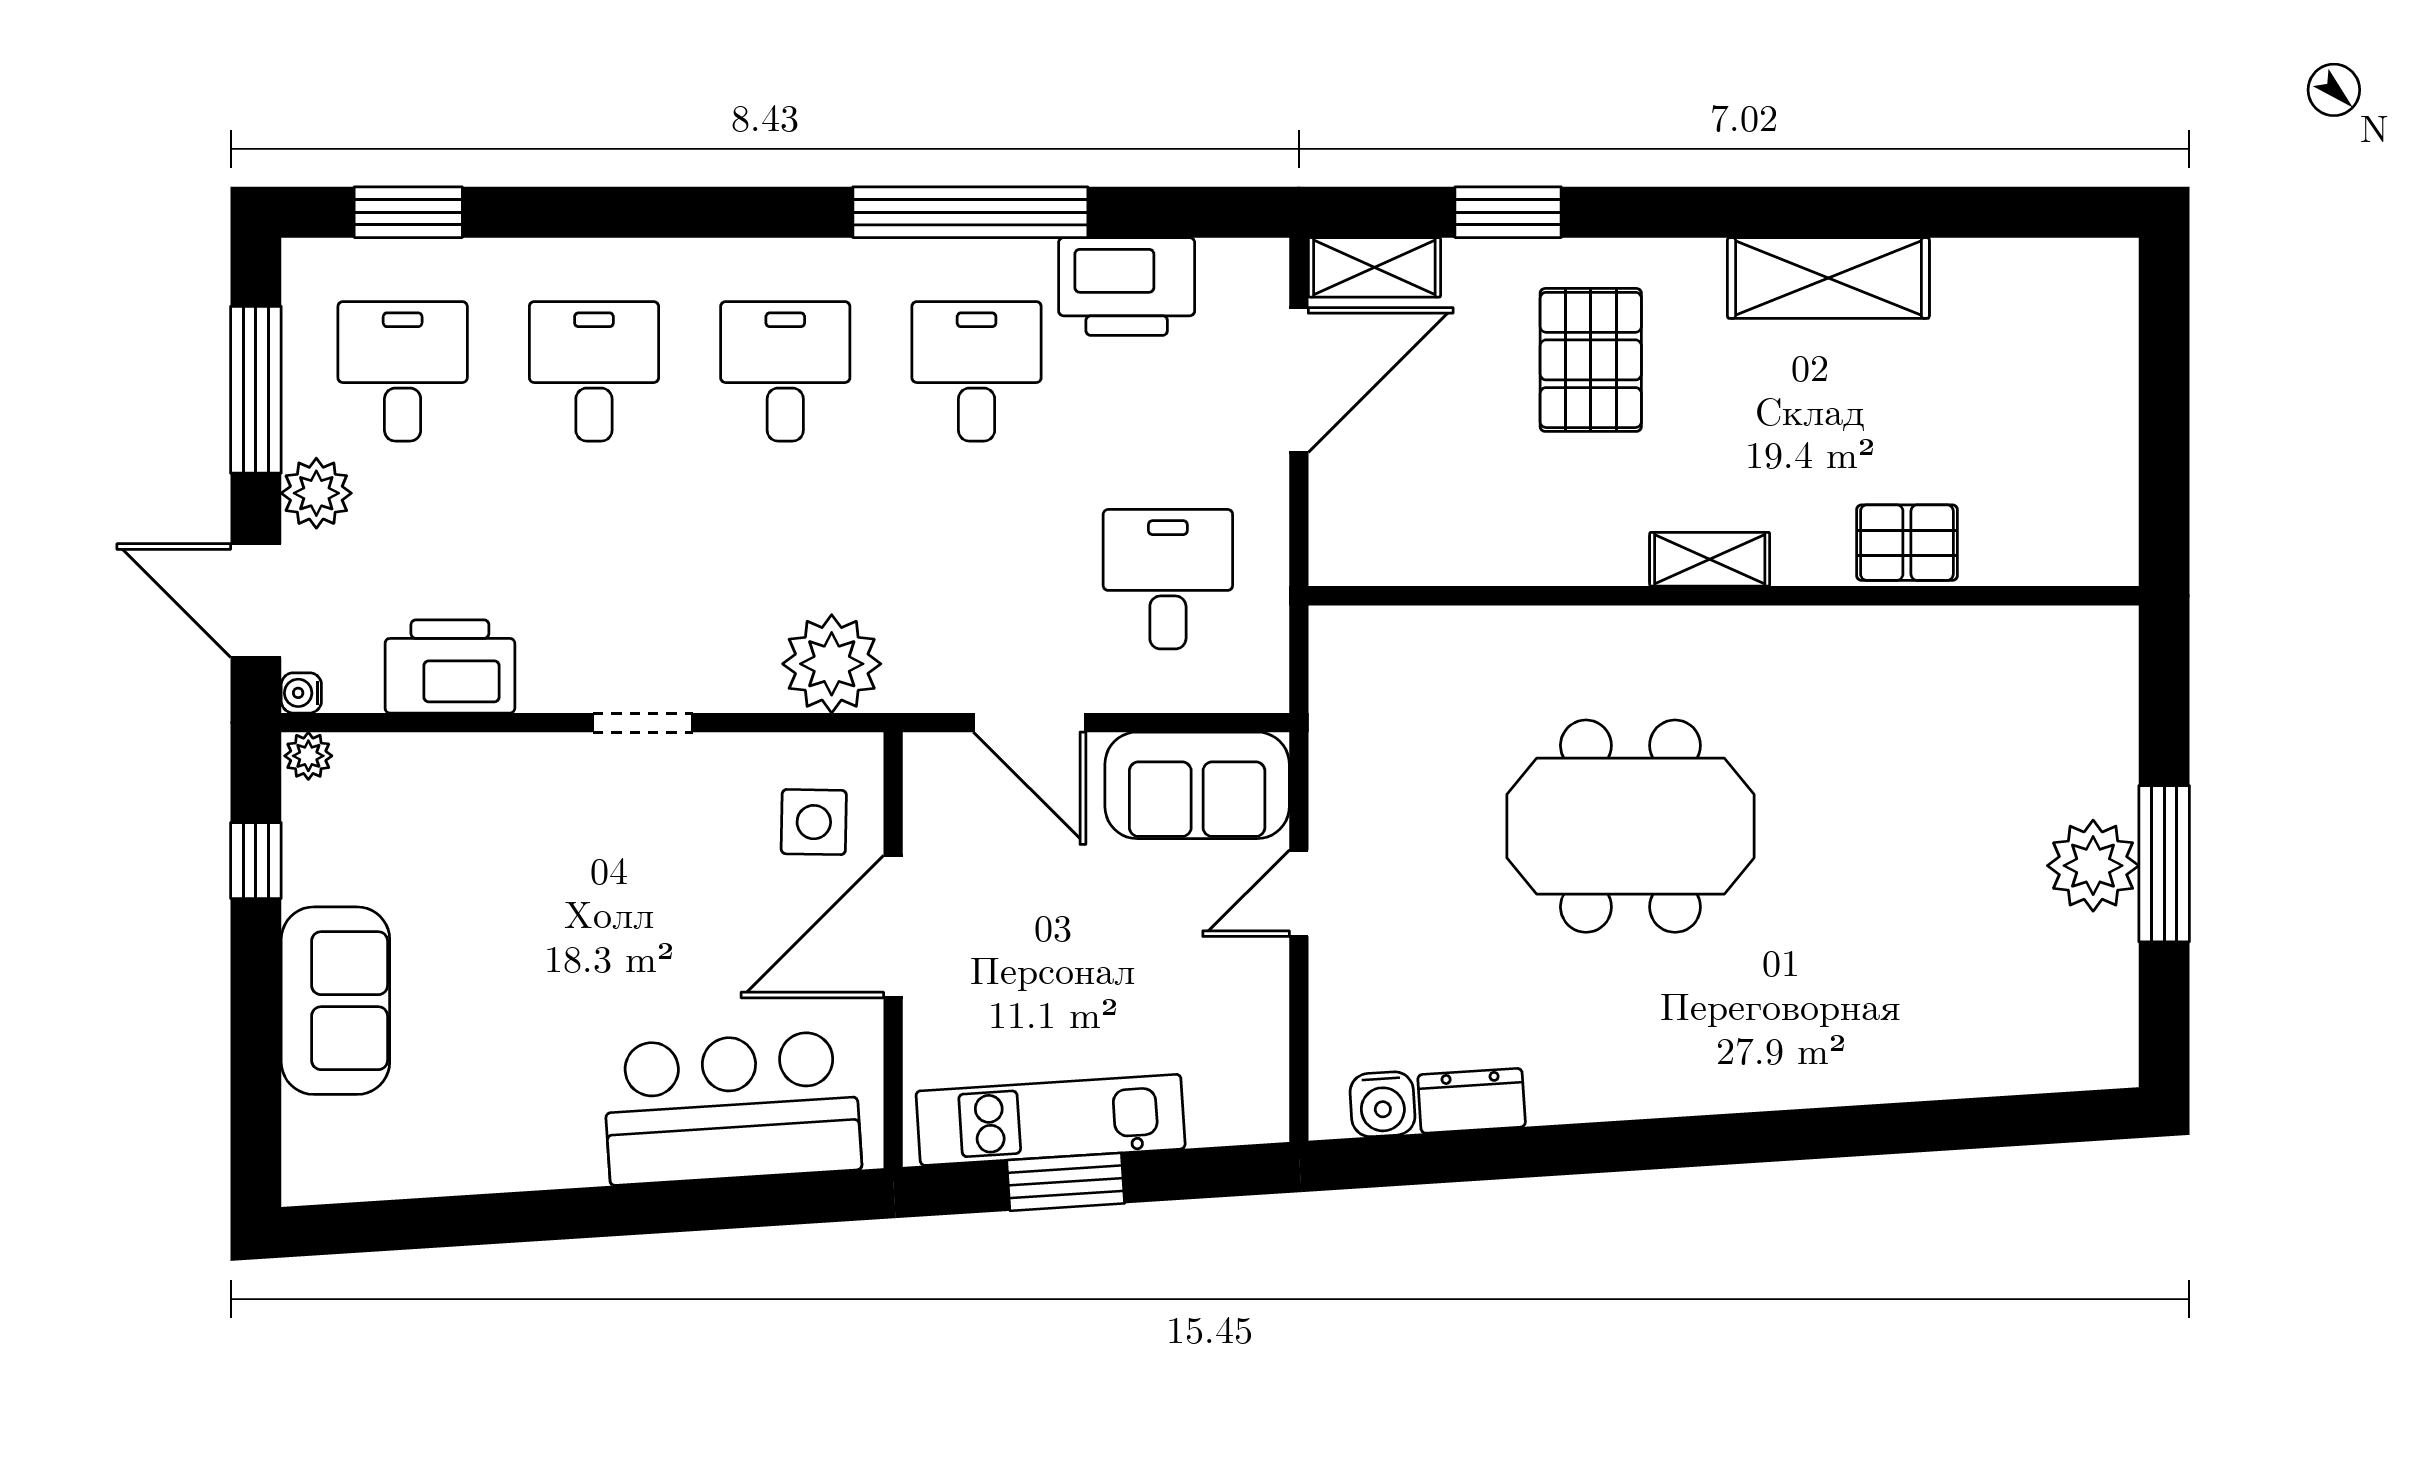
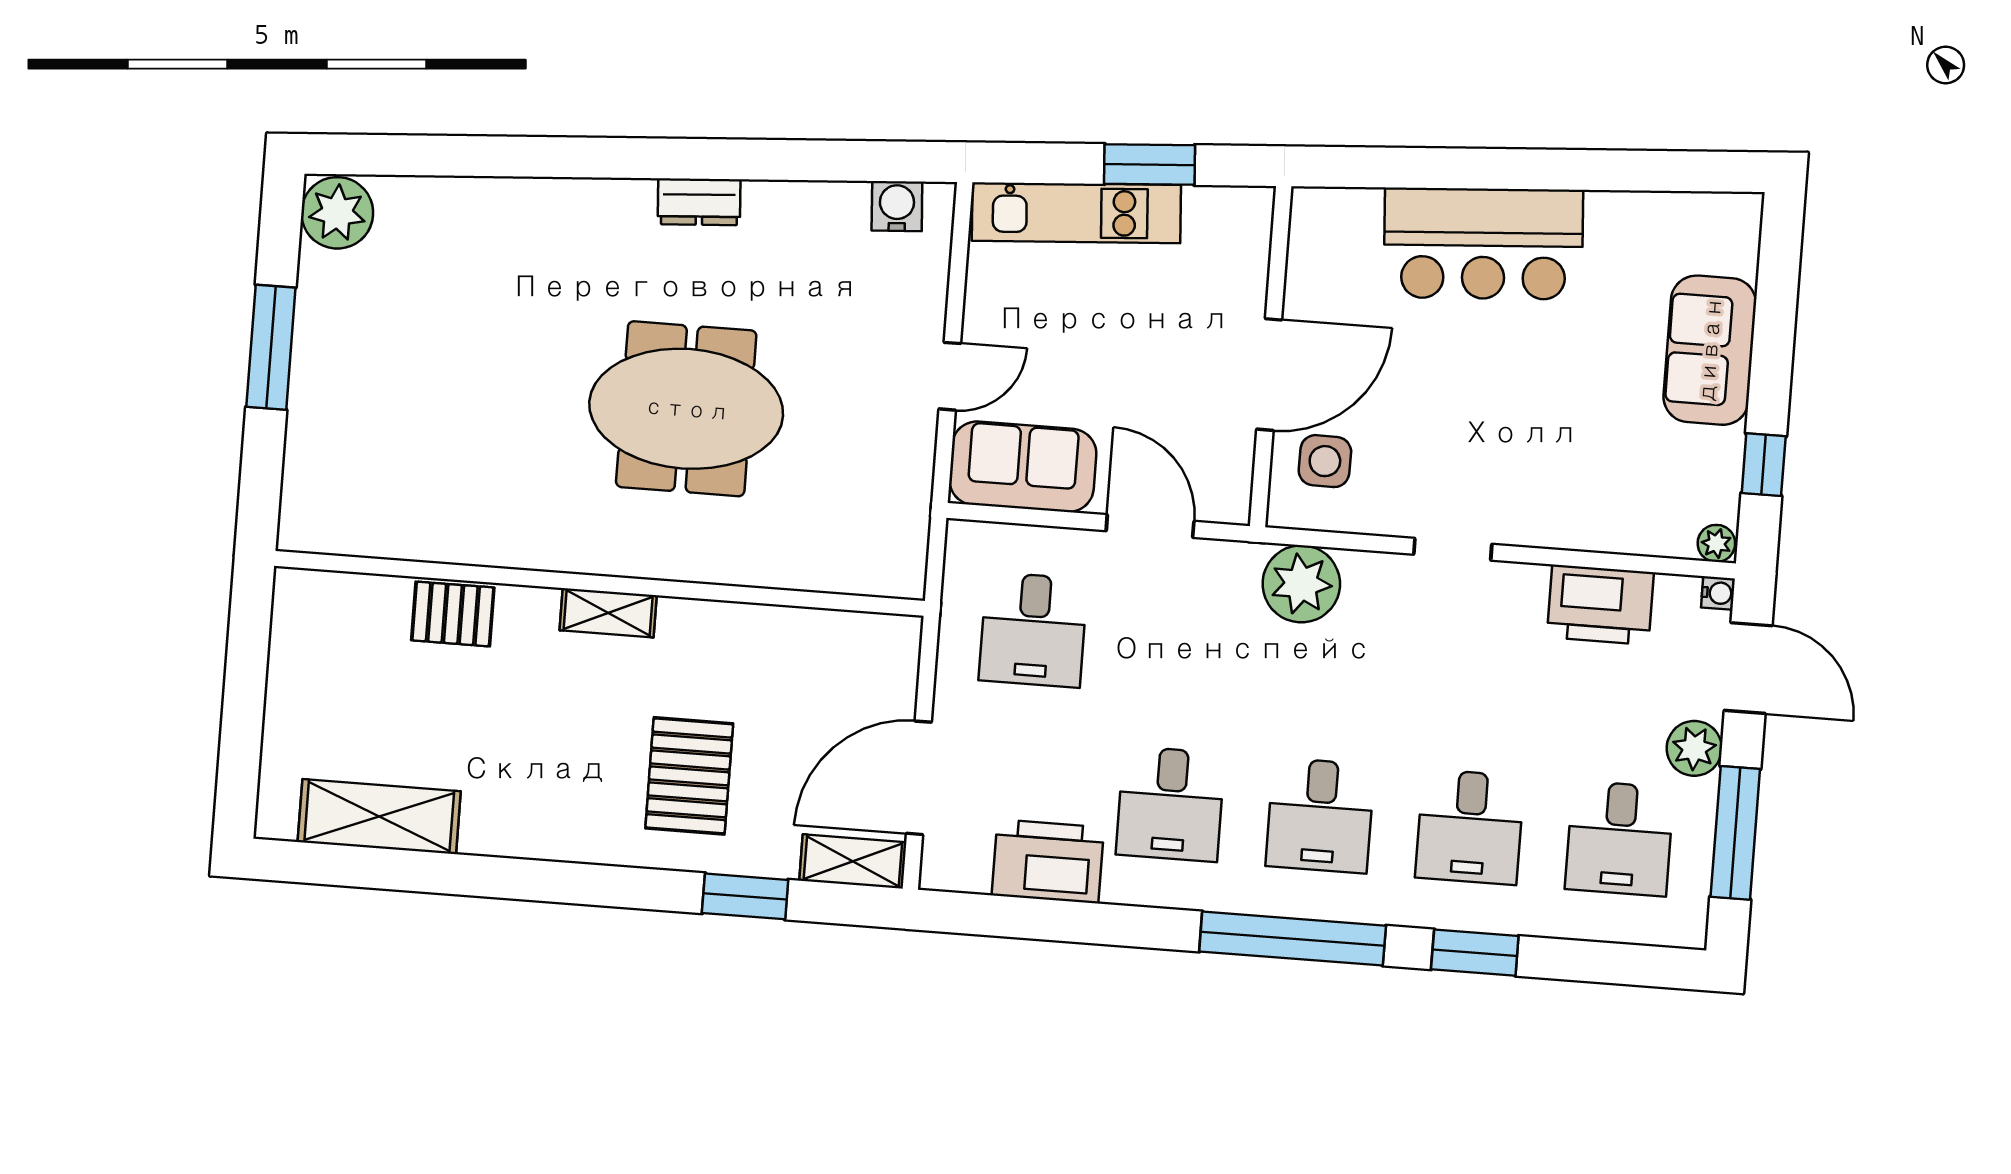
window: (408, 212) -> (1475, 953), moved
window: (970, 212) -> (1293, 939), moved
shelving: (1828, 278) -> (379, 817), moved
plant: (2093, 866) -> (337, 213), moved
dresser: (1472, 1101) -> (699, 202), moved
bar counter: (732, 1108) -> (1483, 244), moved
kitchen unit: (1051, 1120) -> (1076, 213), moved

